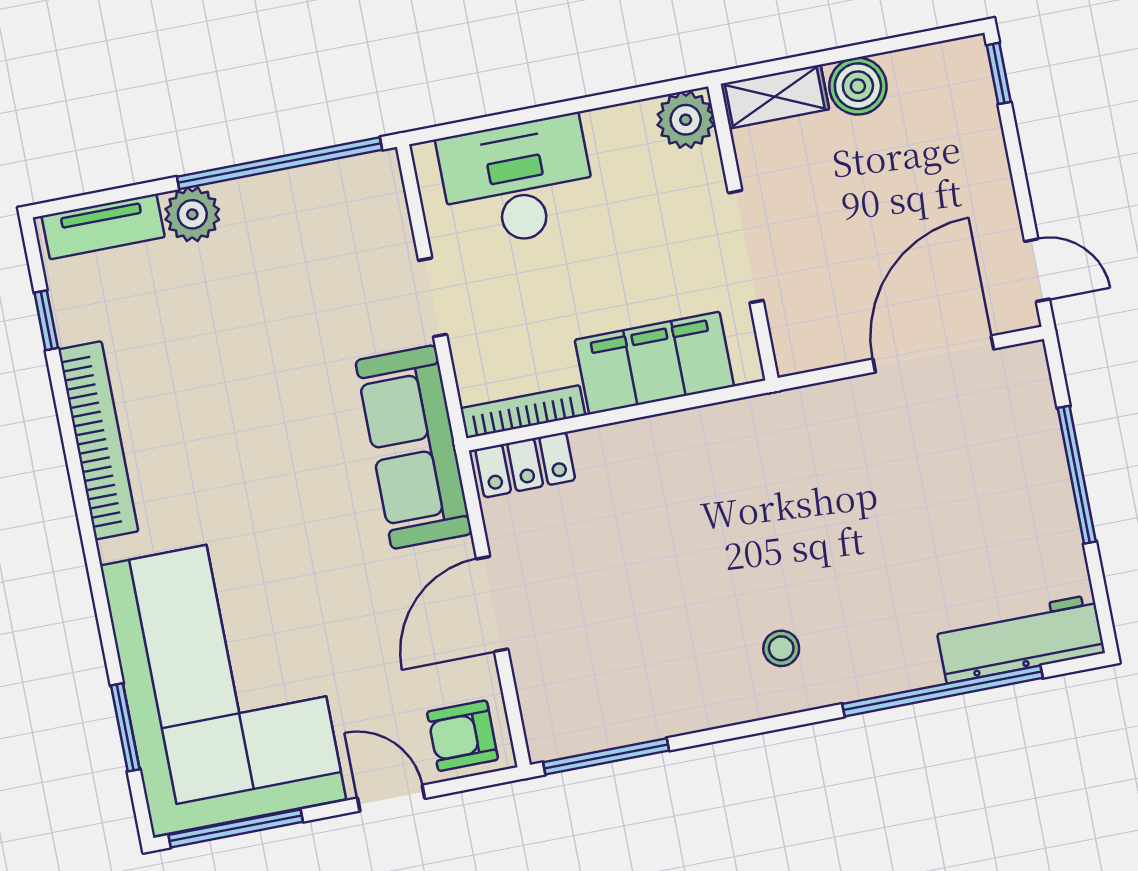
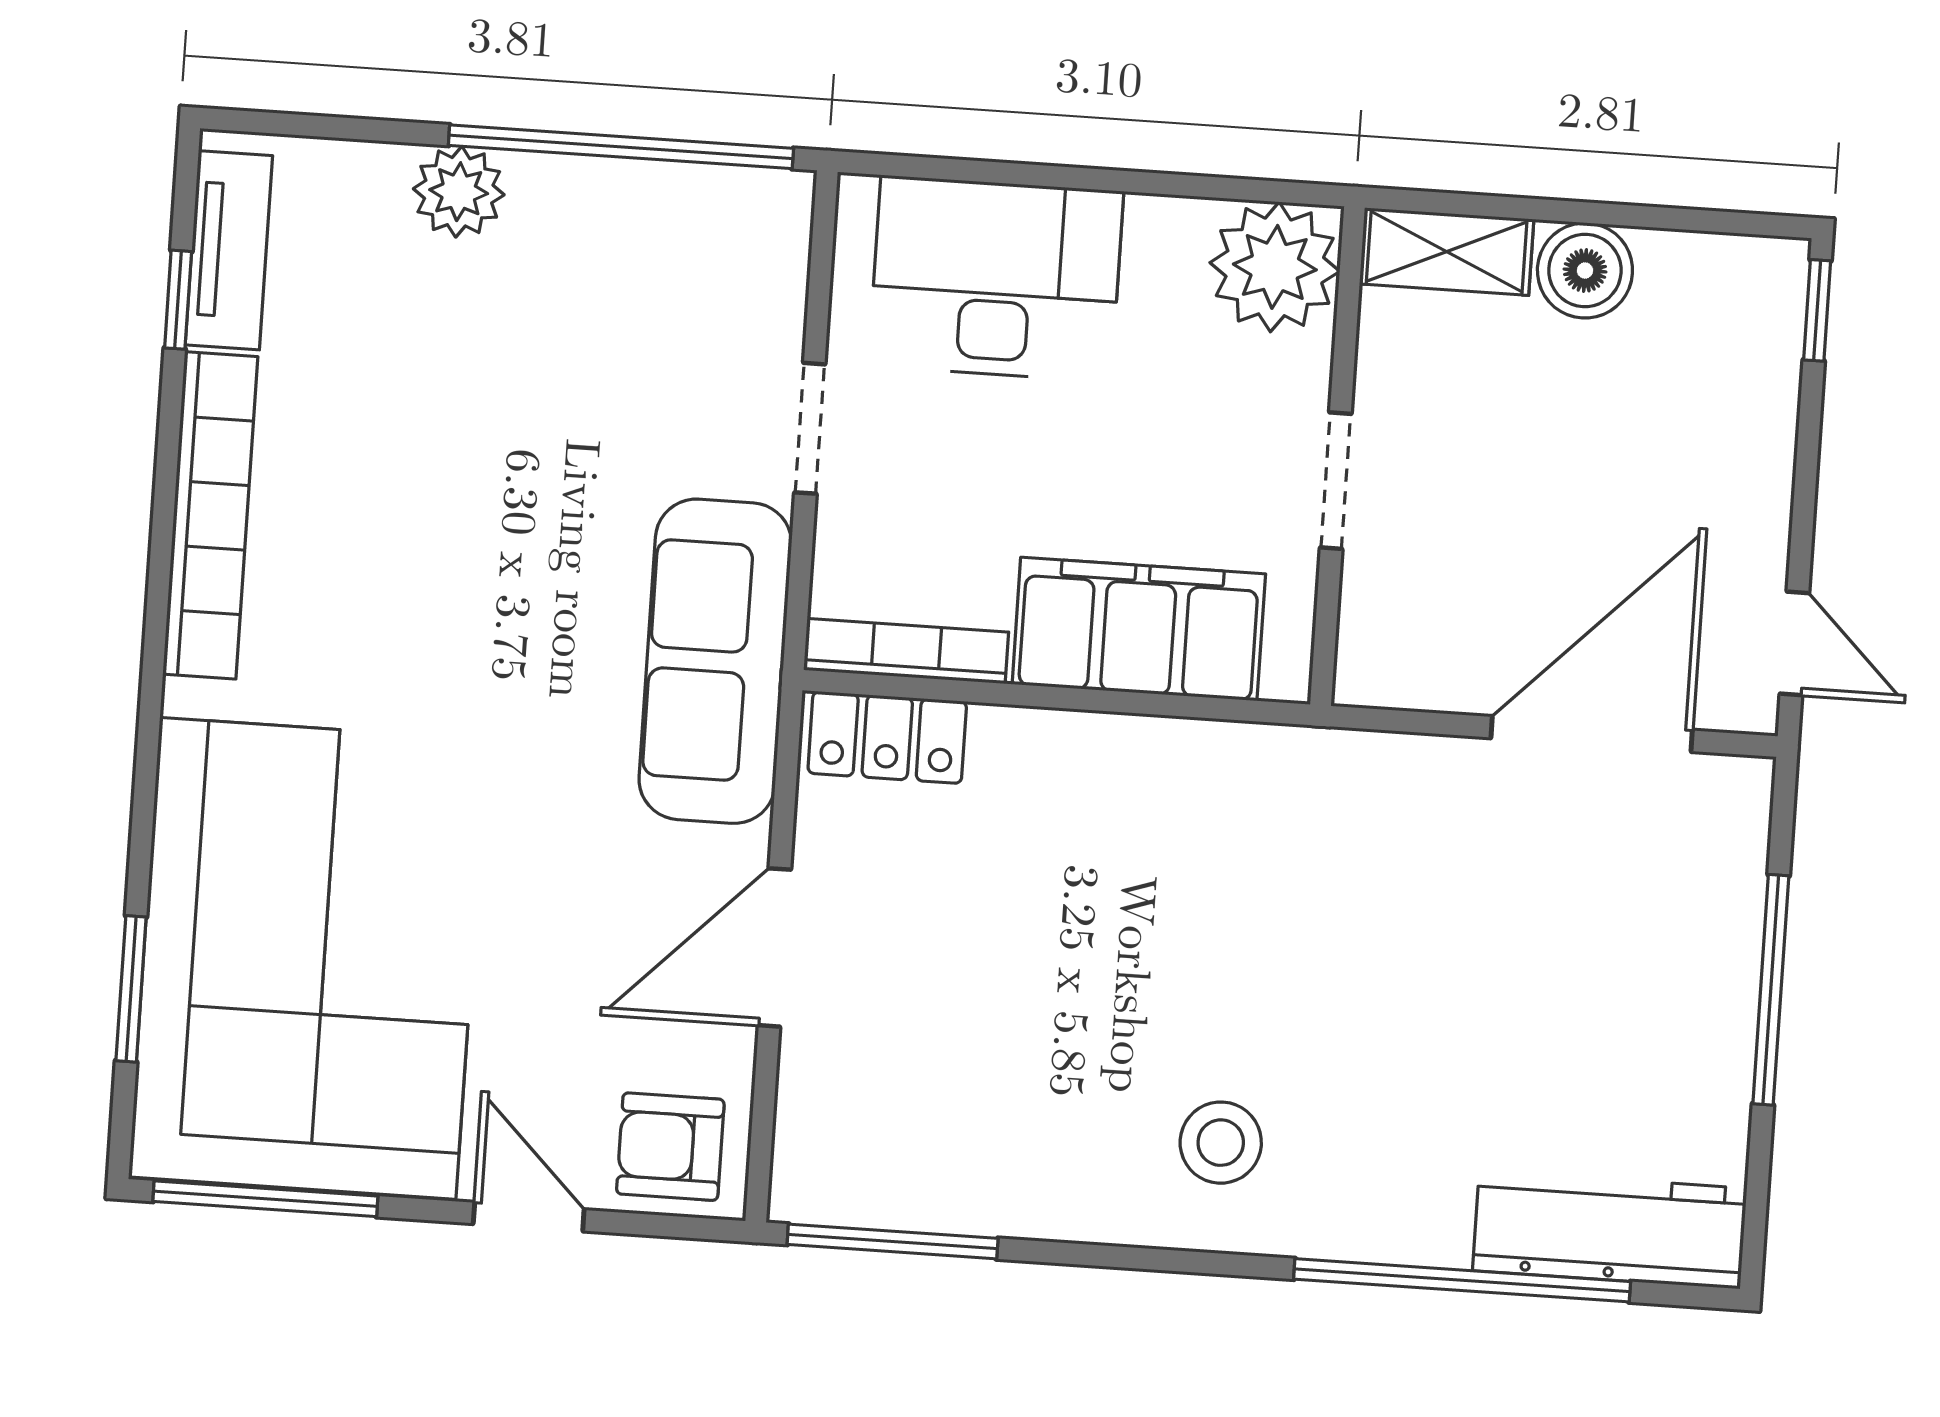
plant: (686, 120) -> (1275, 267), width x1.36, depth x1.36
tv unit: (103, 227) -> (229, 250), moved, turned -90
doorway: (746, 247) -> (1336, 481), width x0.73
stool: (781, 648) -> (1221, 1143), width x1.37, depth x1.37

